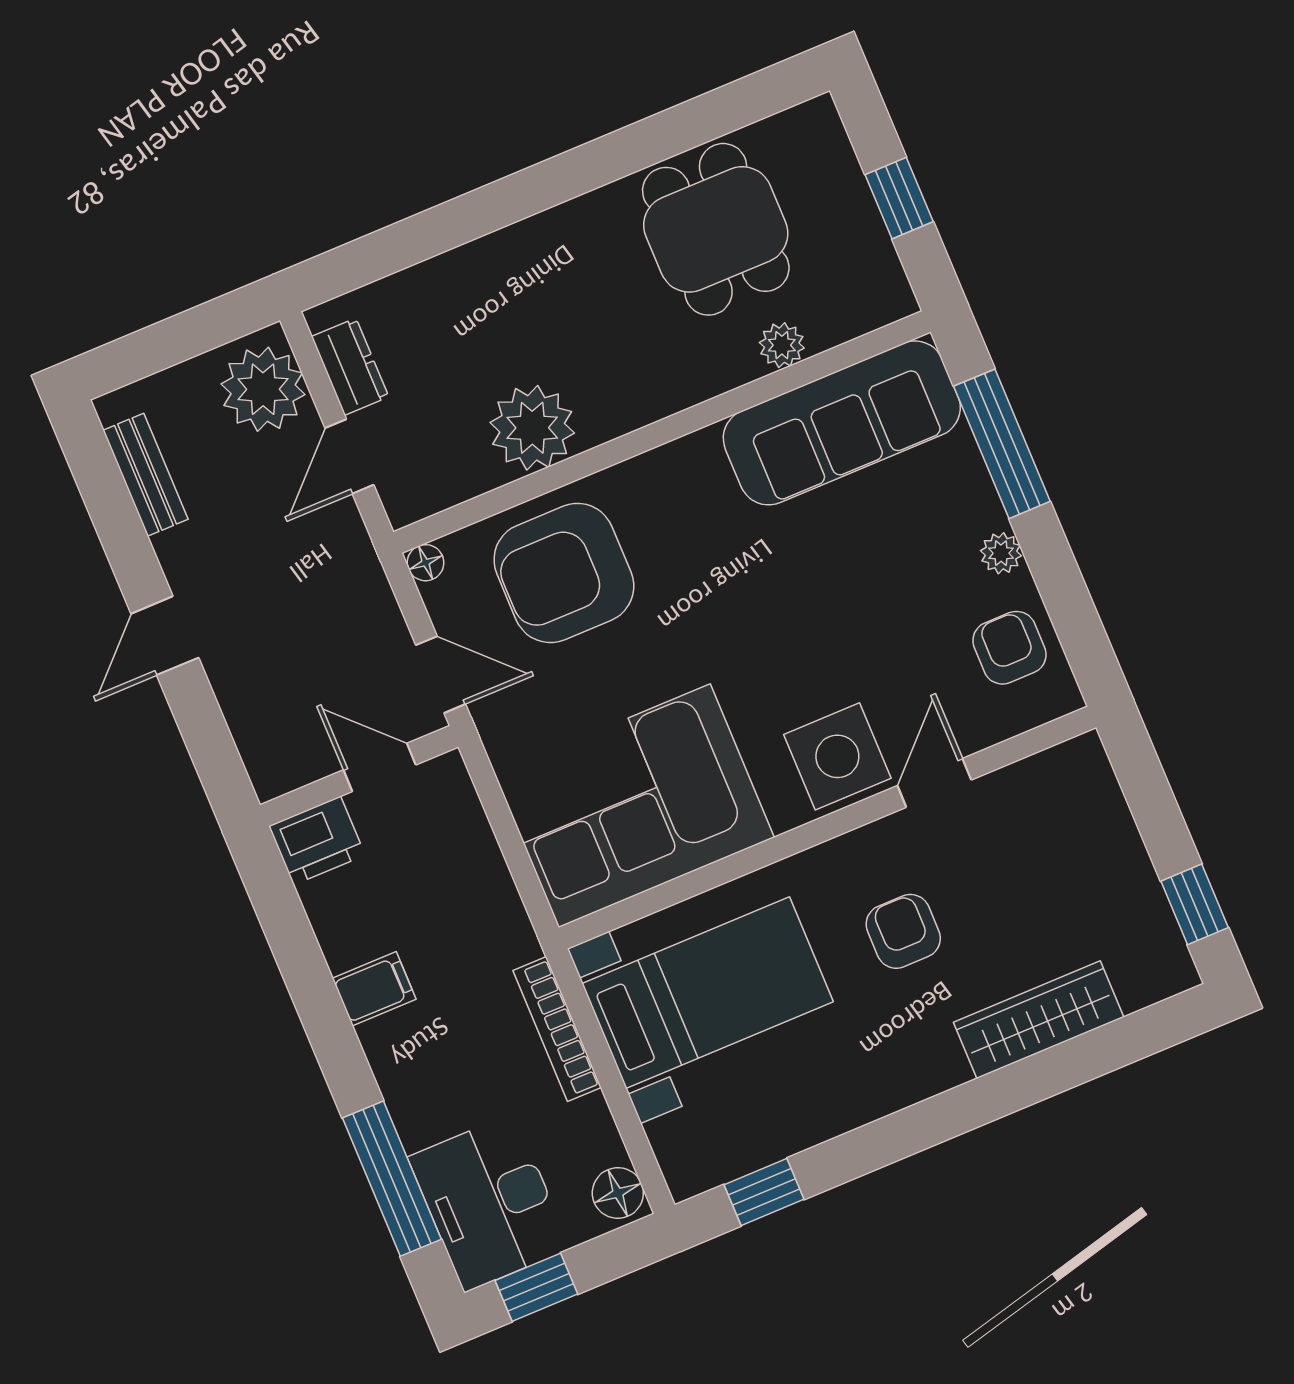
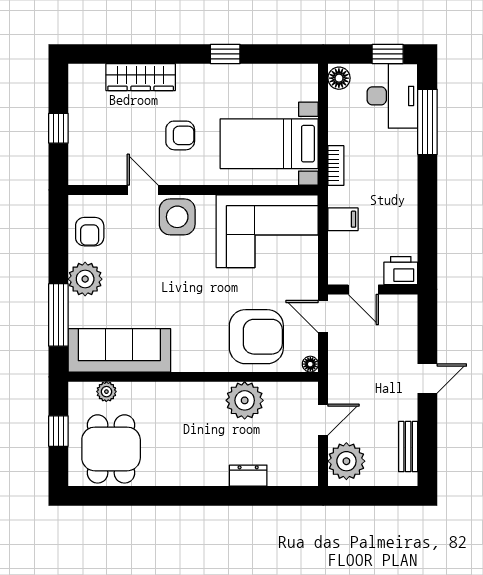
dining table: (716, 229) -> (111, 449), moved
plant: (782, 345) -> (106, 392), moved
dresser: (350, 367) -> (248, 476), moved, turned 90
plant: (1001, 553) -> (85, 279), width x1.87, depth x1.87
door: (934, 783) -> (143, 190), swing flipped
window: (1195, 904) -> (58, 128), moved
armchair: (903, 931) -> (180, 135), turned -90
filing cabinet: (374, 989) -> (343, 219), moved, turned 180
bookcase: (557, 1029) -> (336, 166), width x0.64
window: (764, 1192) -> (225, 54), moved

